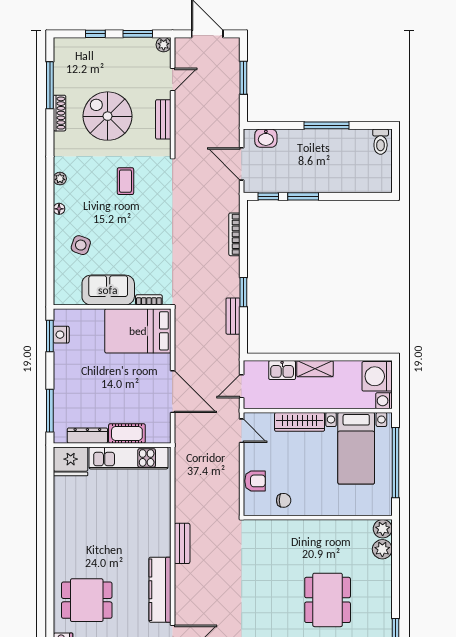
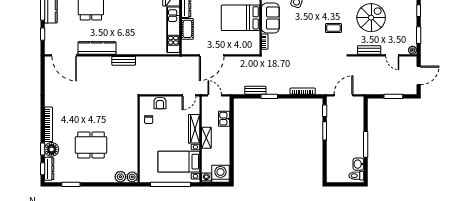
washbasin: (266, 138) -> (358, 164), moved
bed: (138, 331) -> (241, 18), moved, turned -90
shelving: (315, 369) -> (206, 138), moved

